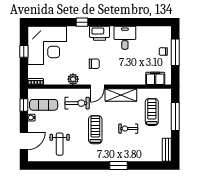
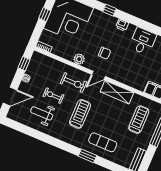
printer: (100, 33) -> (122, 25), width x0.53, depth x0.68
exercise mat: (44, 105) -> (103, 142), moved
exercise bike: (128, 129) -> (53, 96), moved
weight bench: (60, 144) -> (42, 113), turned 90

